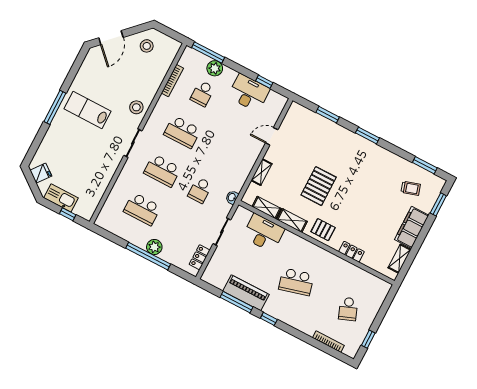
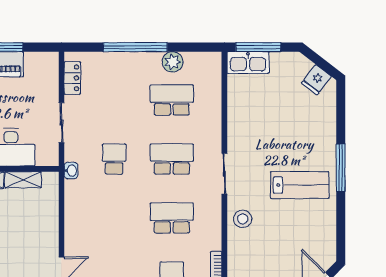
shelving: (261, 172) -> (51, 219), removed
kitchen sink: (61, 198) -> (248, 63), moved
window: (68, 214) -> (258, 47), width x2.17
plant: (154, 247) -> (173, 62), moved

